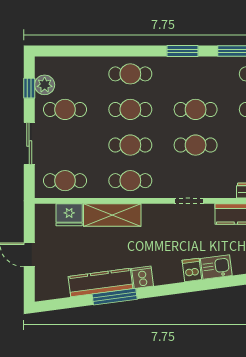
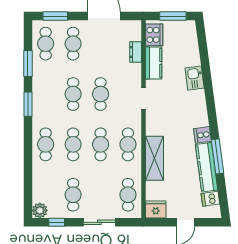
plant: (45, 85) -> (40, 210), moved
fridge: (69, 215) -> (156, 210), moved, turned -90
dishwasher: (192, 270) -> (210, 199), moved

